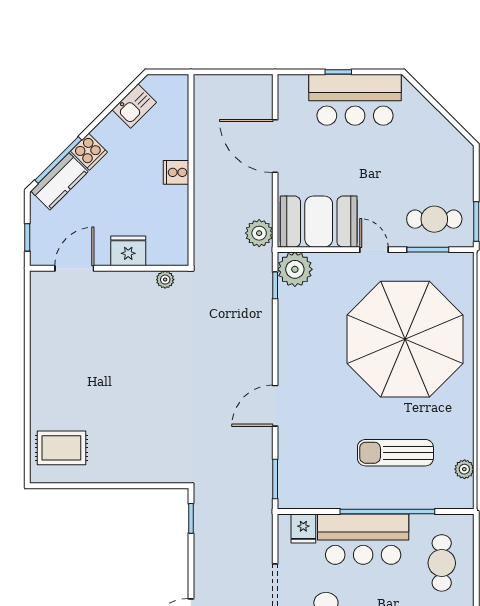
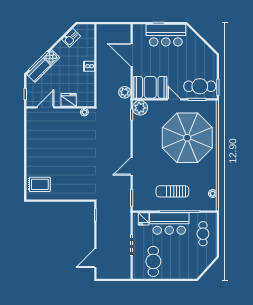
cafe table: (434, 219) -> (200, 86), width x1.37, depth x1.35
sun lounger: (395, 453) -> (172, 191), moved

